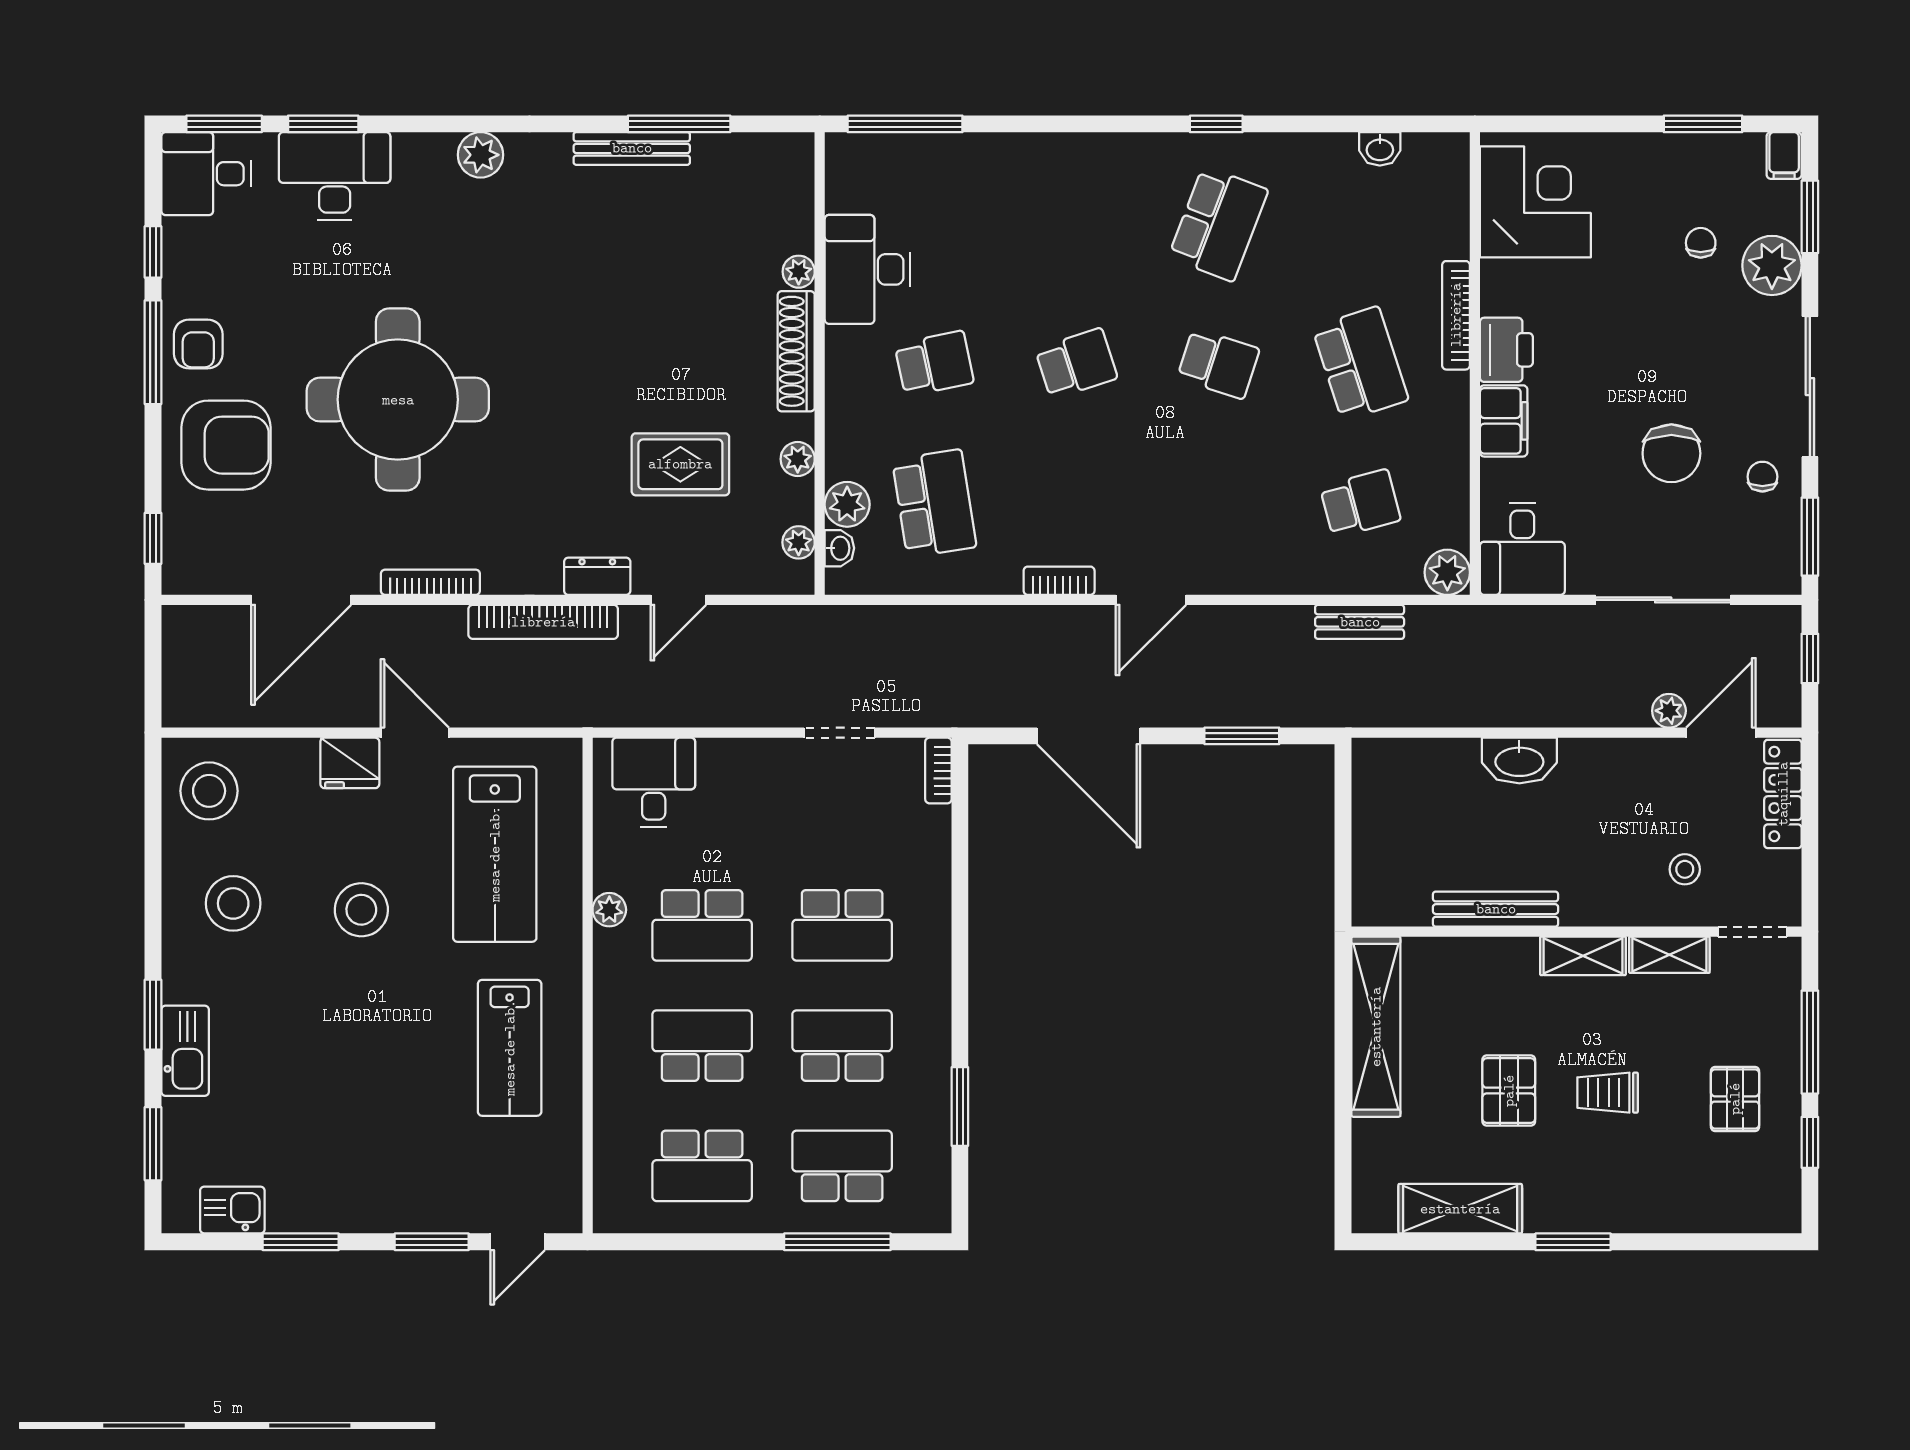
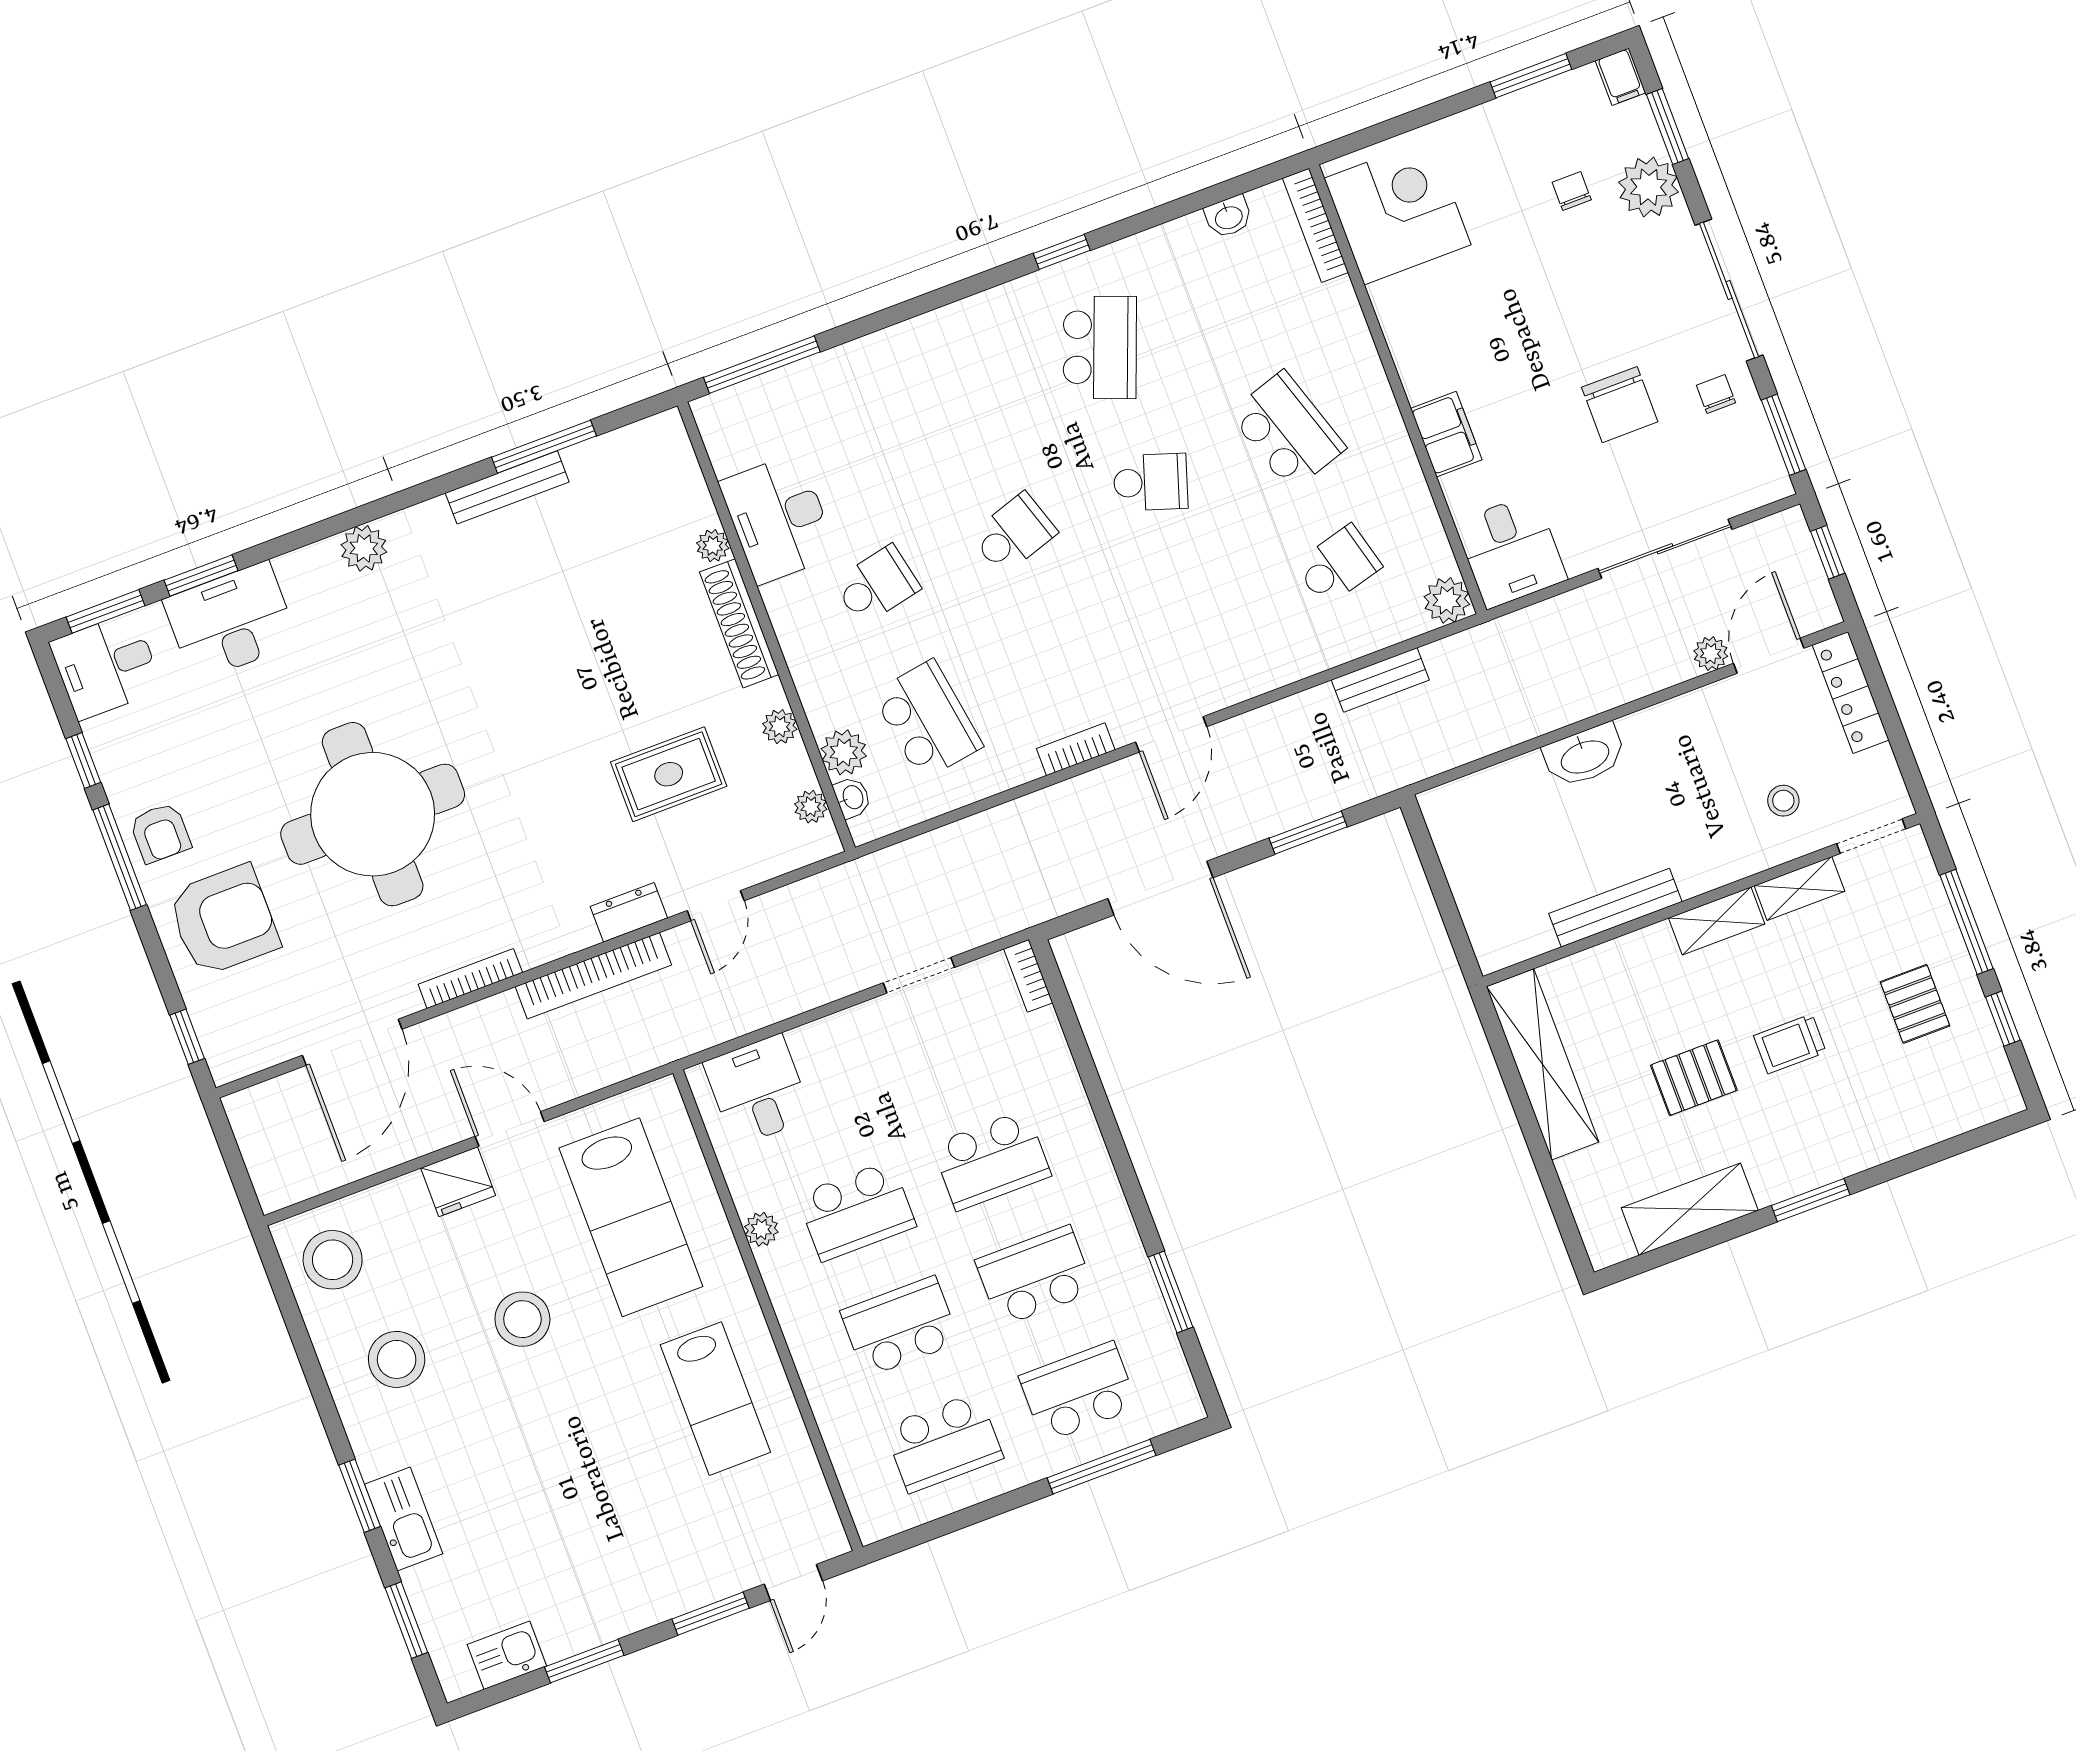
bookcase: (1456, 315) -> (1315, 225), moved
printer: (1506, 350) -> (1423, 365), removed
pallet: (1509, 1091) -> (1694, 1078), turned 90

